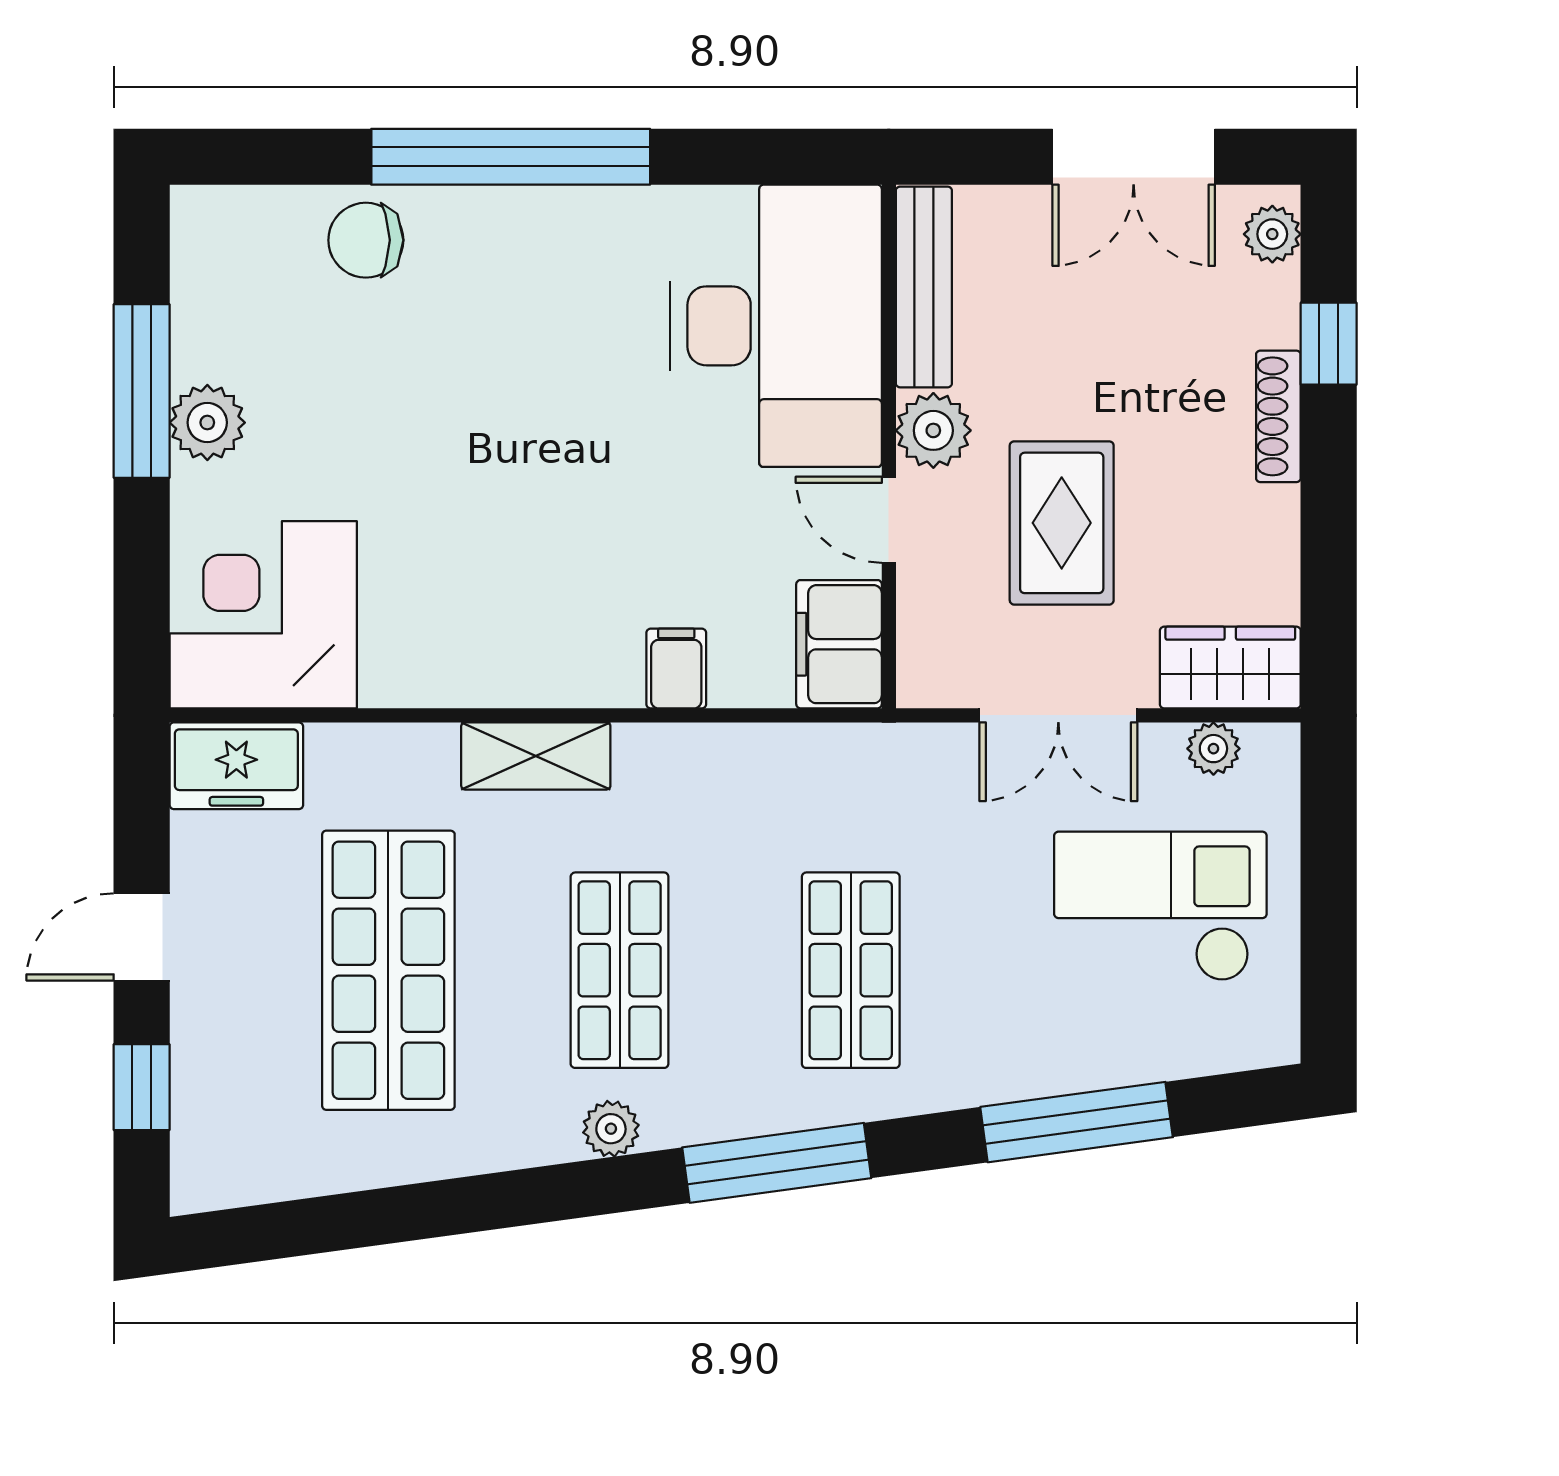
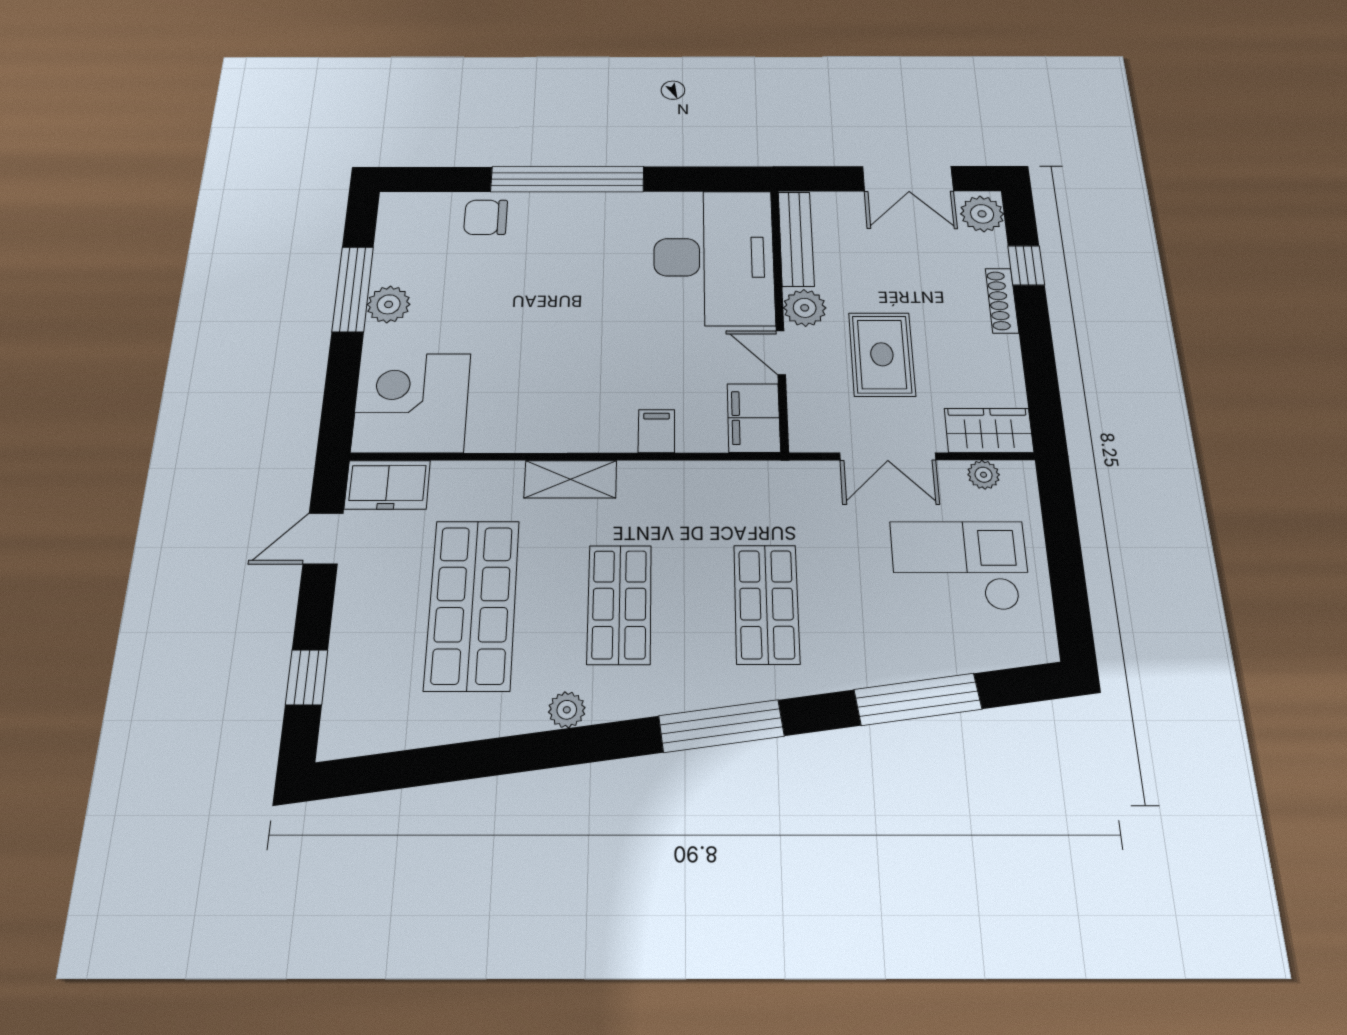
plant: (1272, 234) -> (982, 214), width x1.38, depth x1.38
door: (142, 937) -> (323, 539), moved
plant: (611, 1129) -> (567, 710), moved

